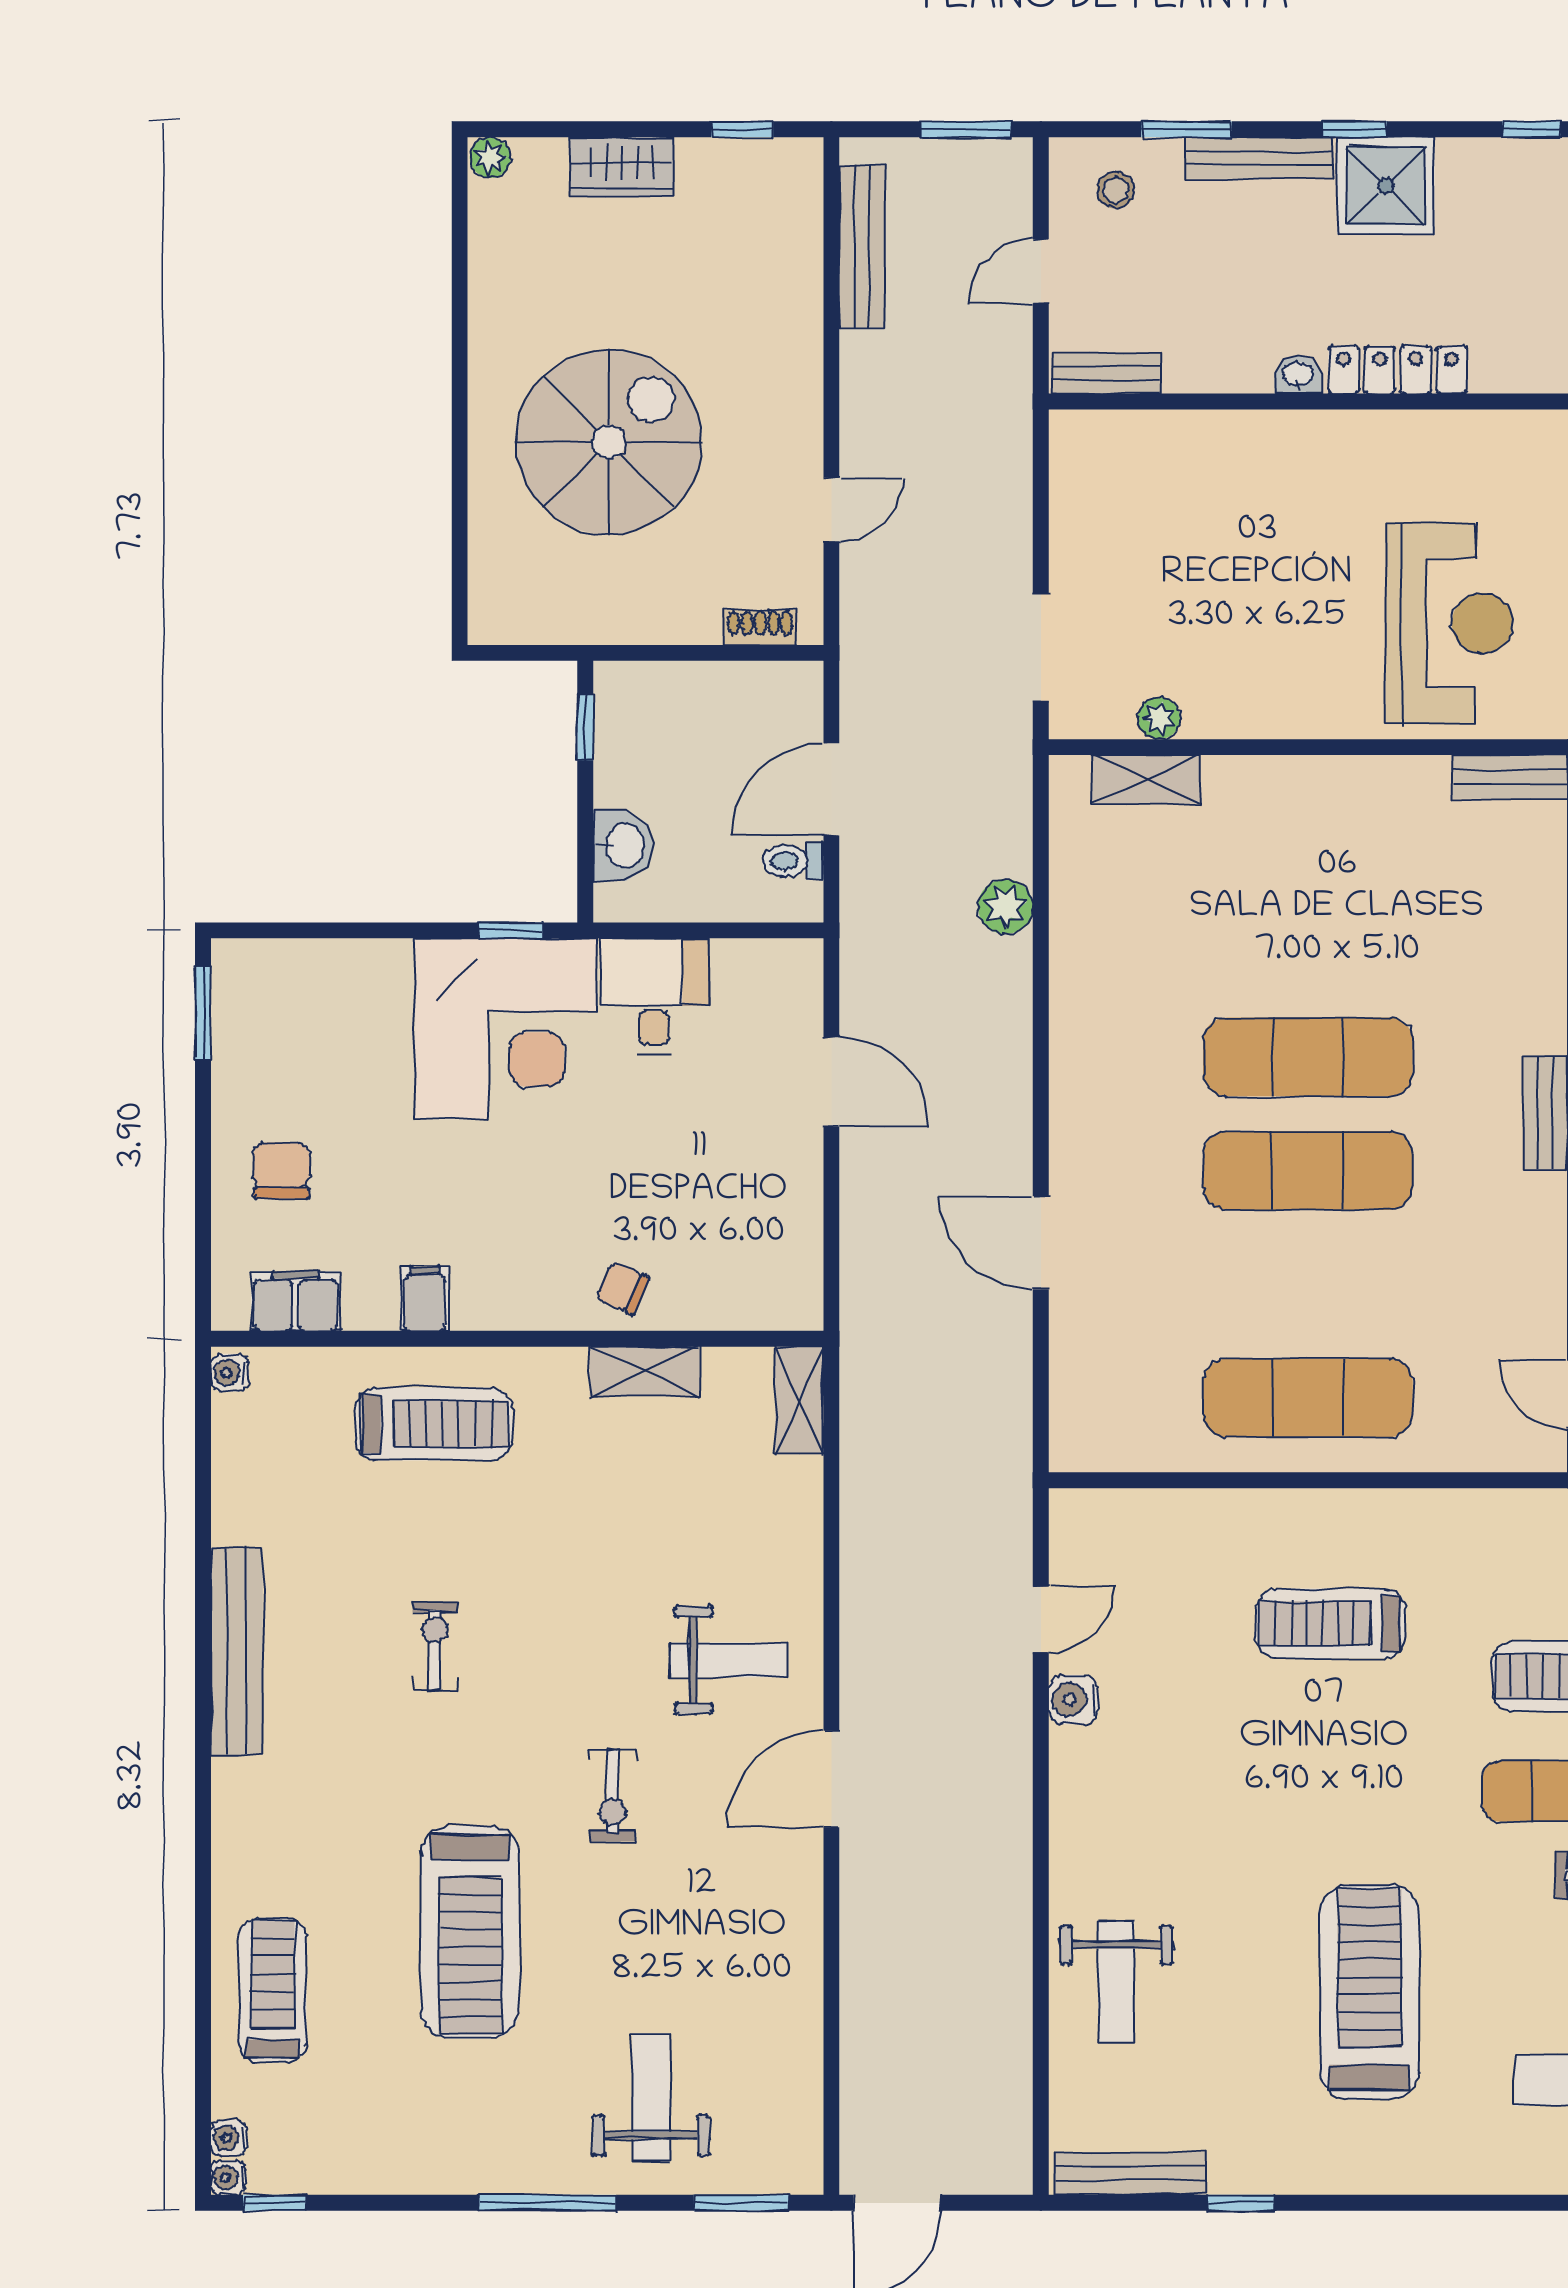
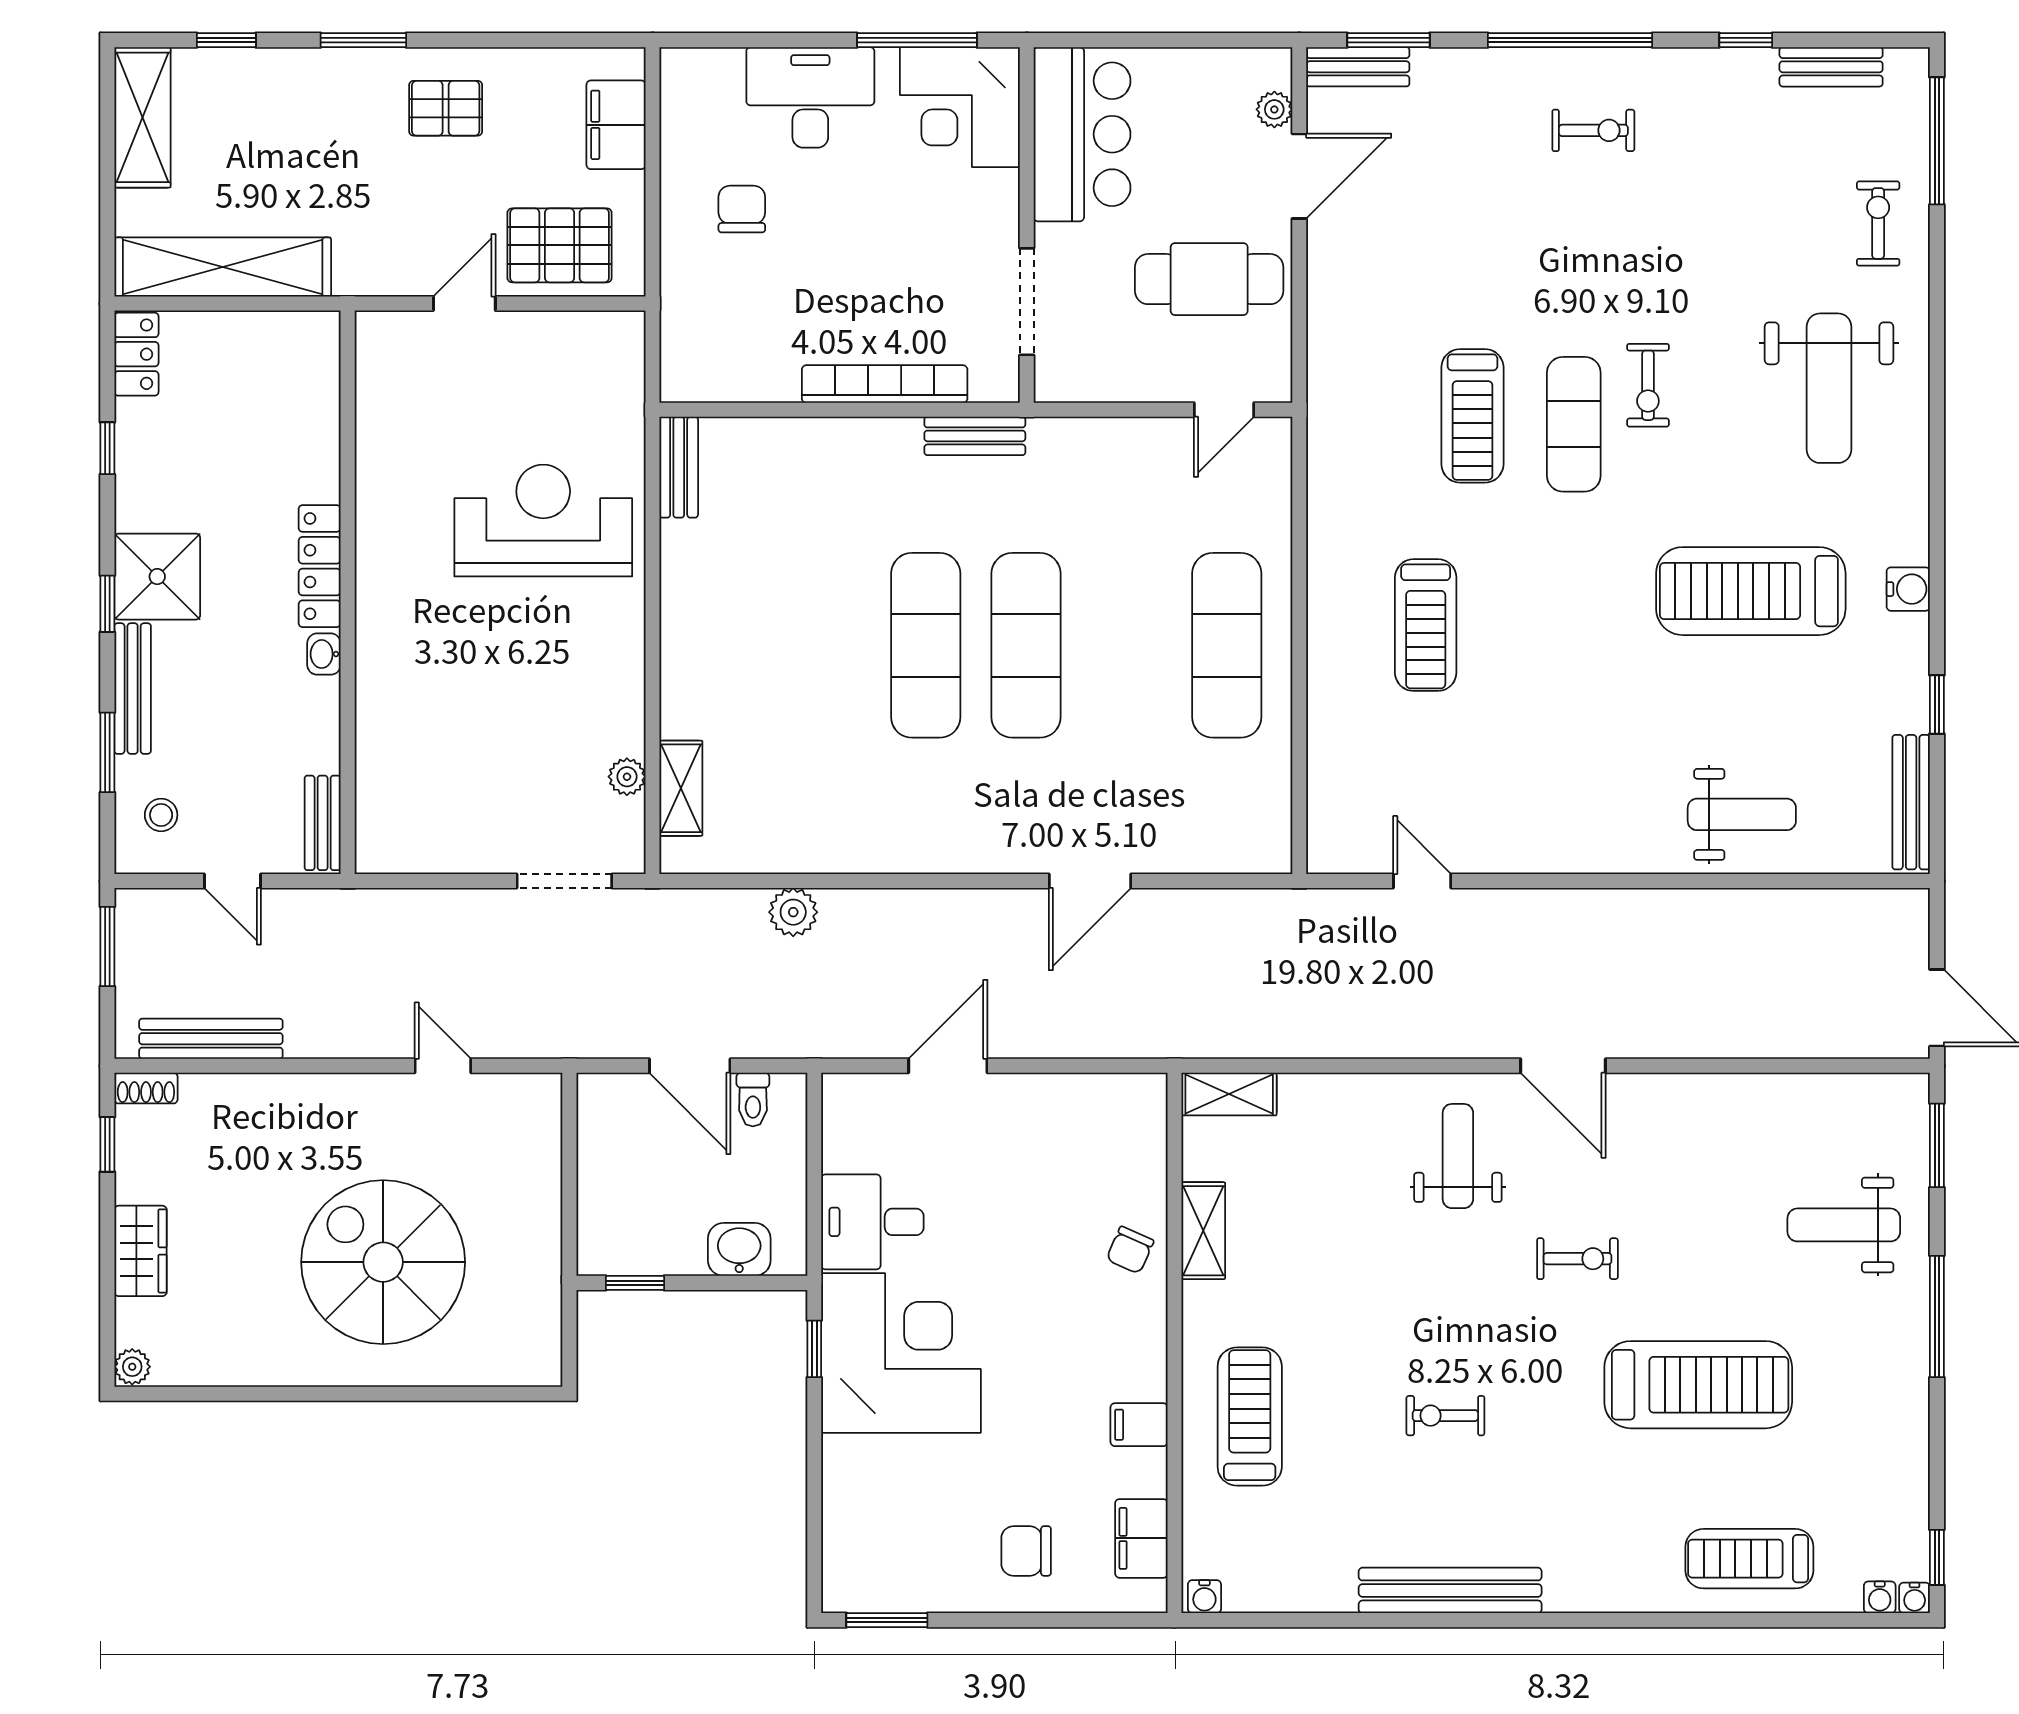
shoe rack: (760, 628) -> (146, 1088), moved, turned -90
water cooler: (1073, 1699) -> (1908, 589), moved, turned -90

